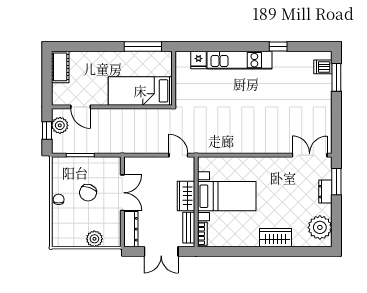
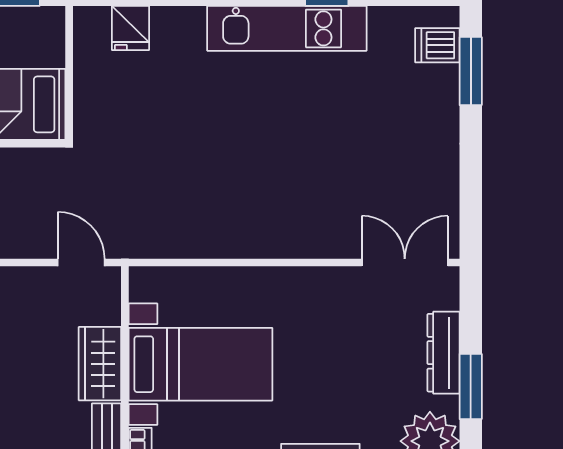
kitchen unit: (240, 60) -> (287, 28), moved
window: (336, 182) -> (471, 387), moved
dresser: (325, 192) -> (444, 353), width x1.44

